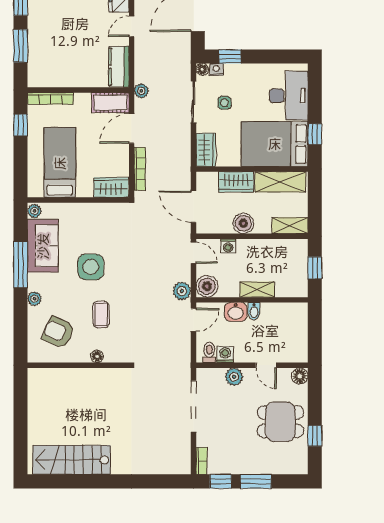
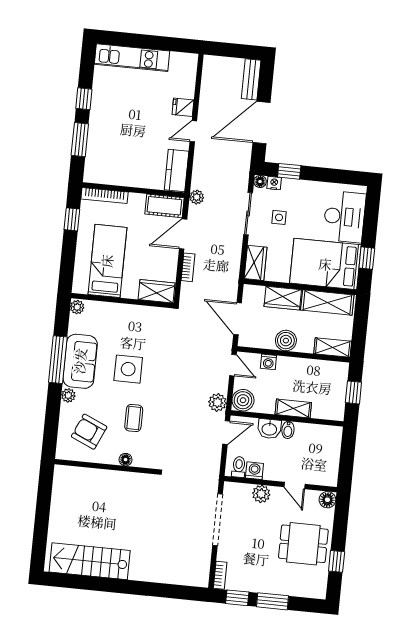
bookcase: (140, 169) -> (188, 267), width x0.64
sofa: (43, 246) -> (80, 361), moved

